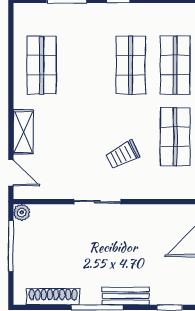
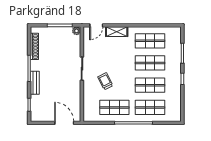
shop shelf: (86, 65) -> (150, 63), added

